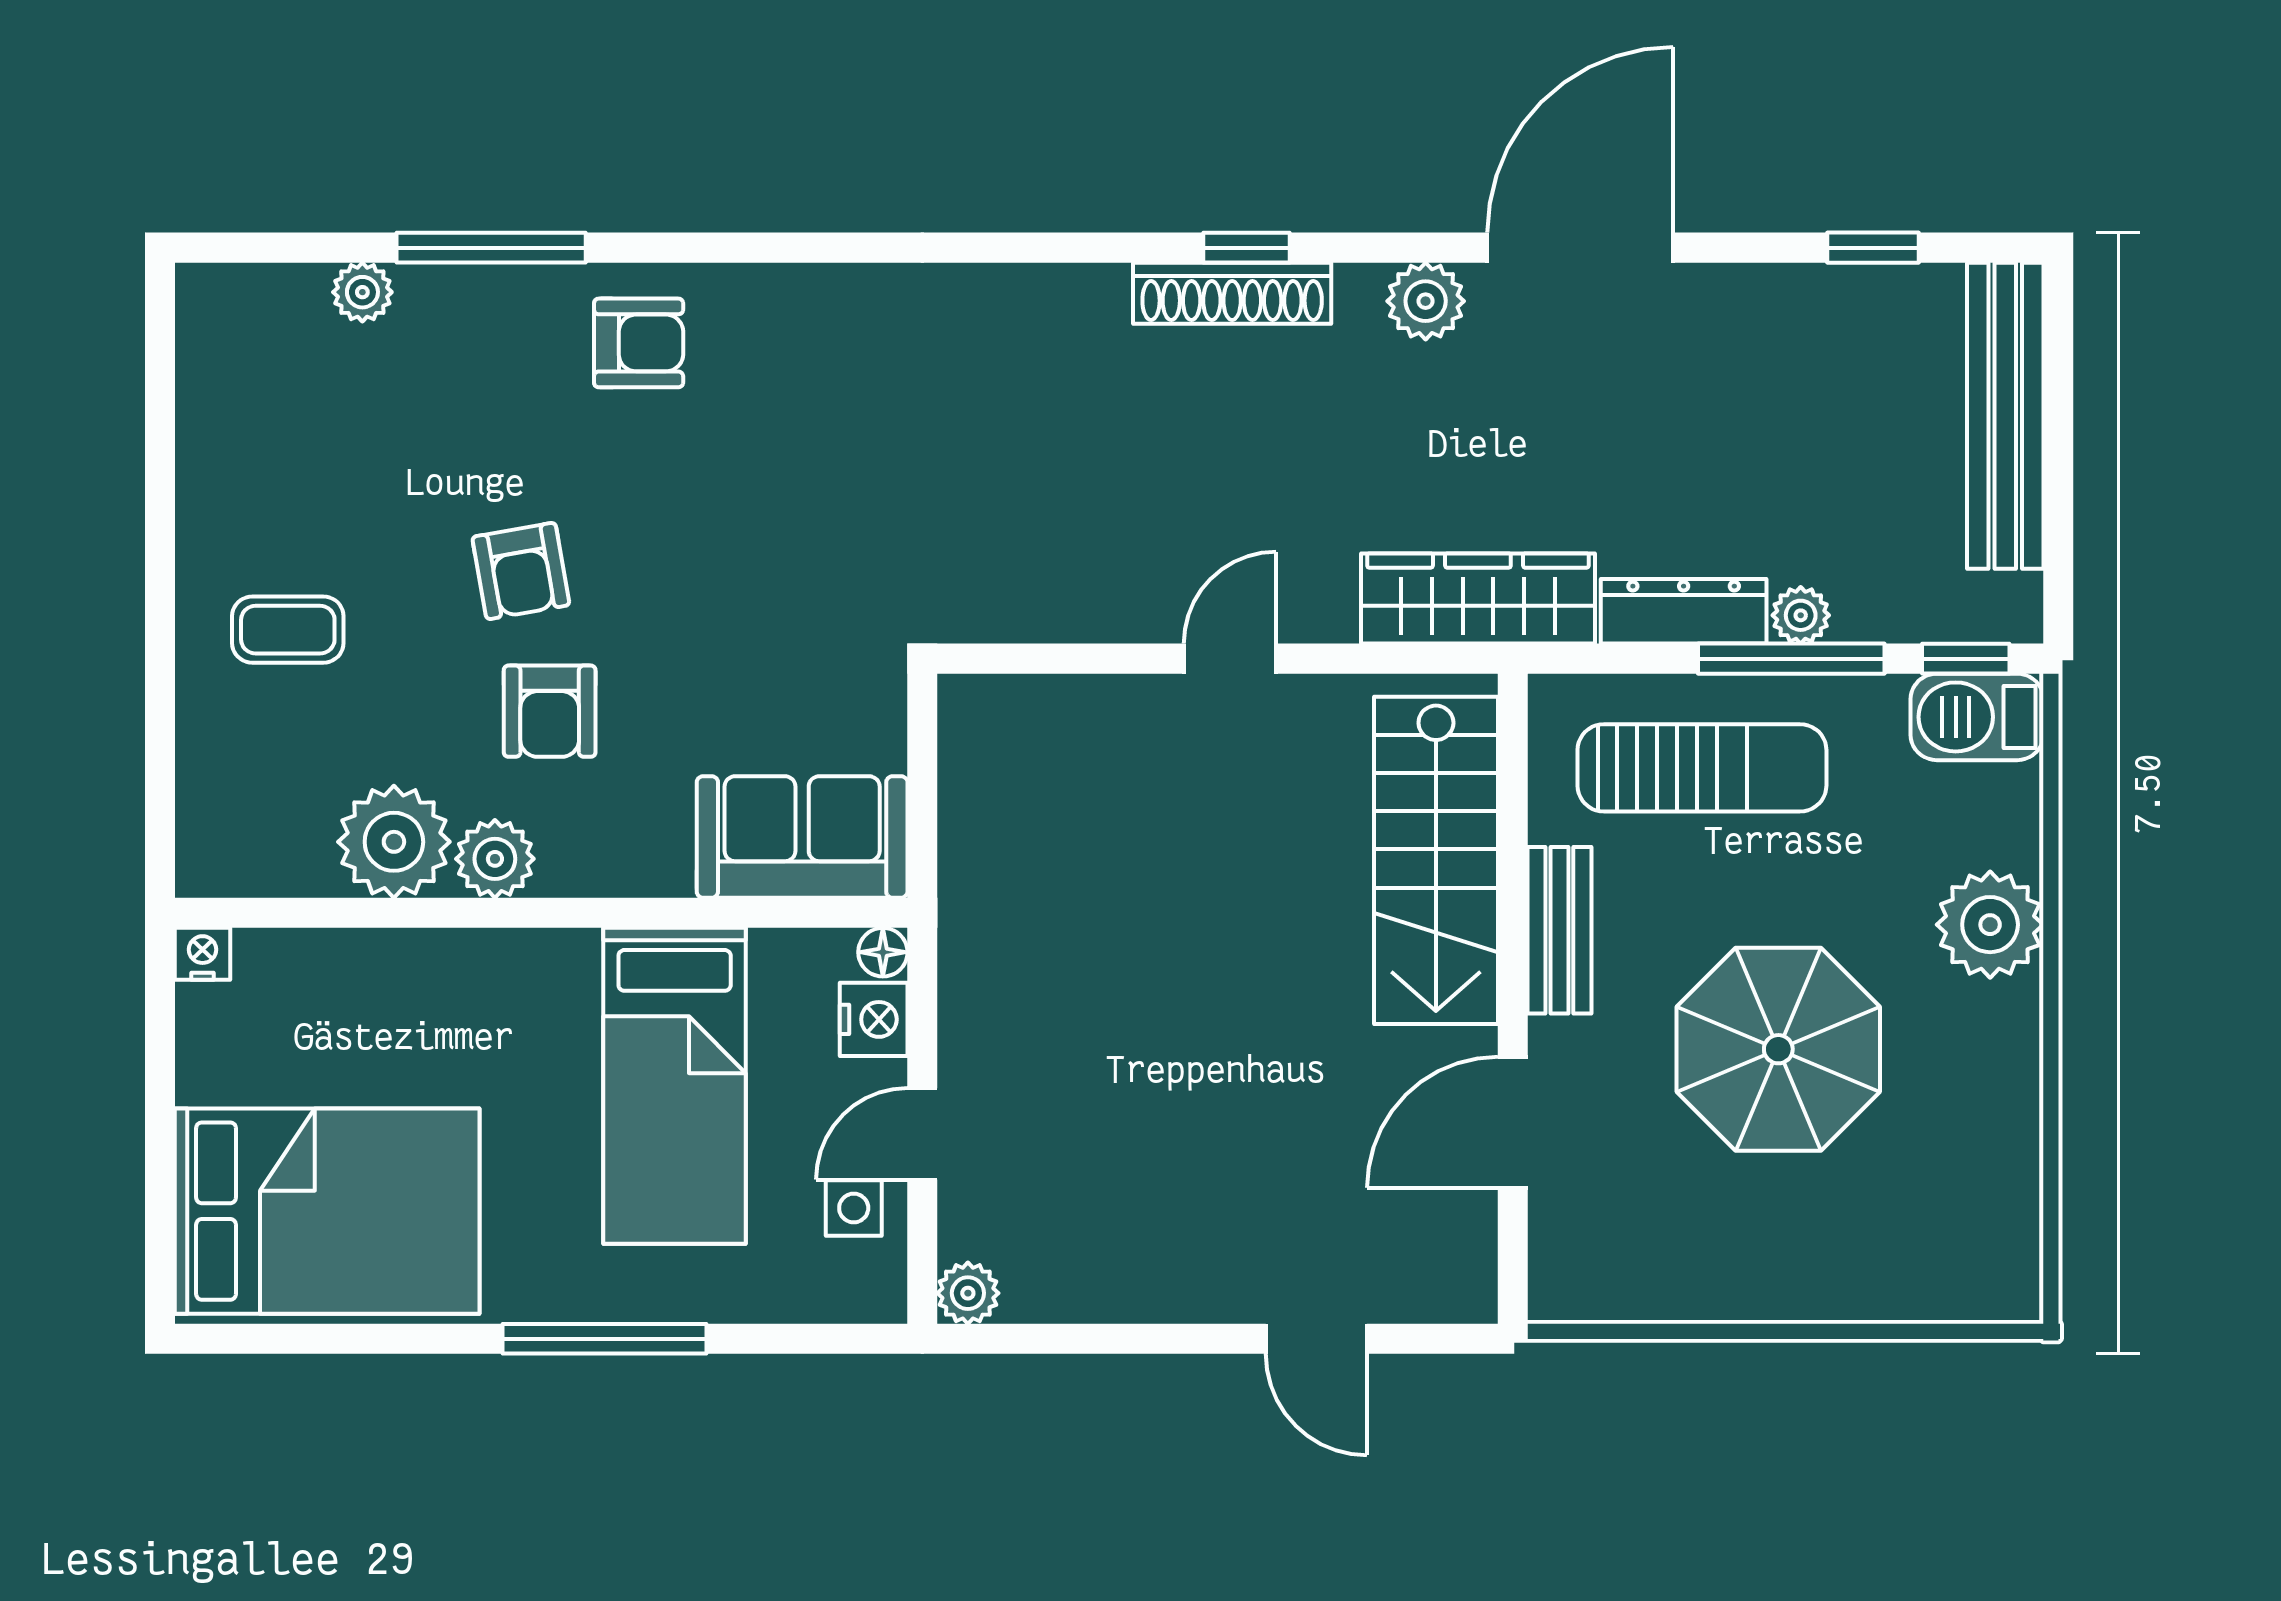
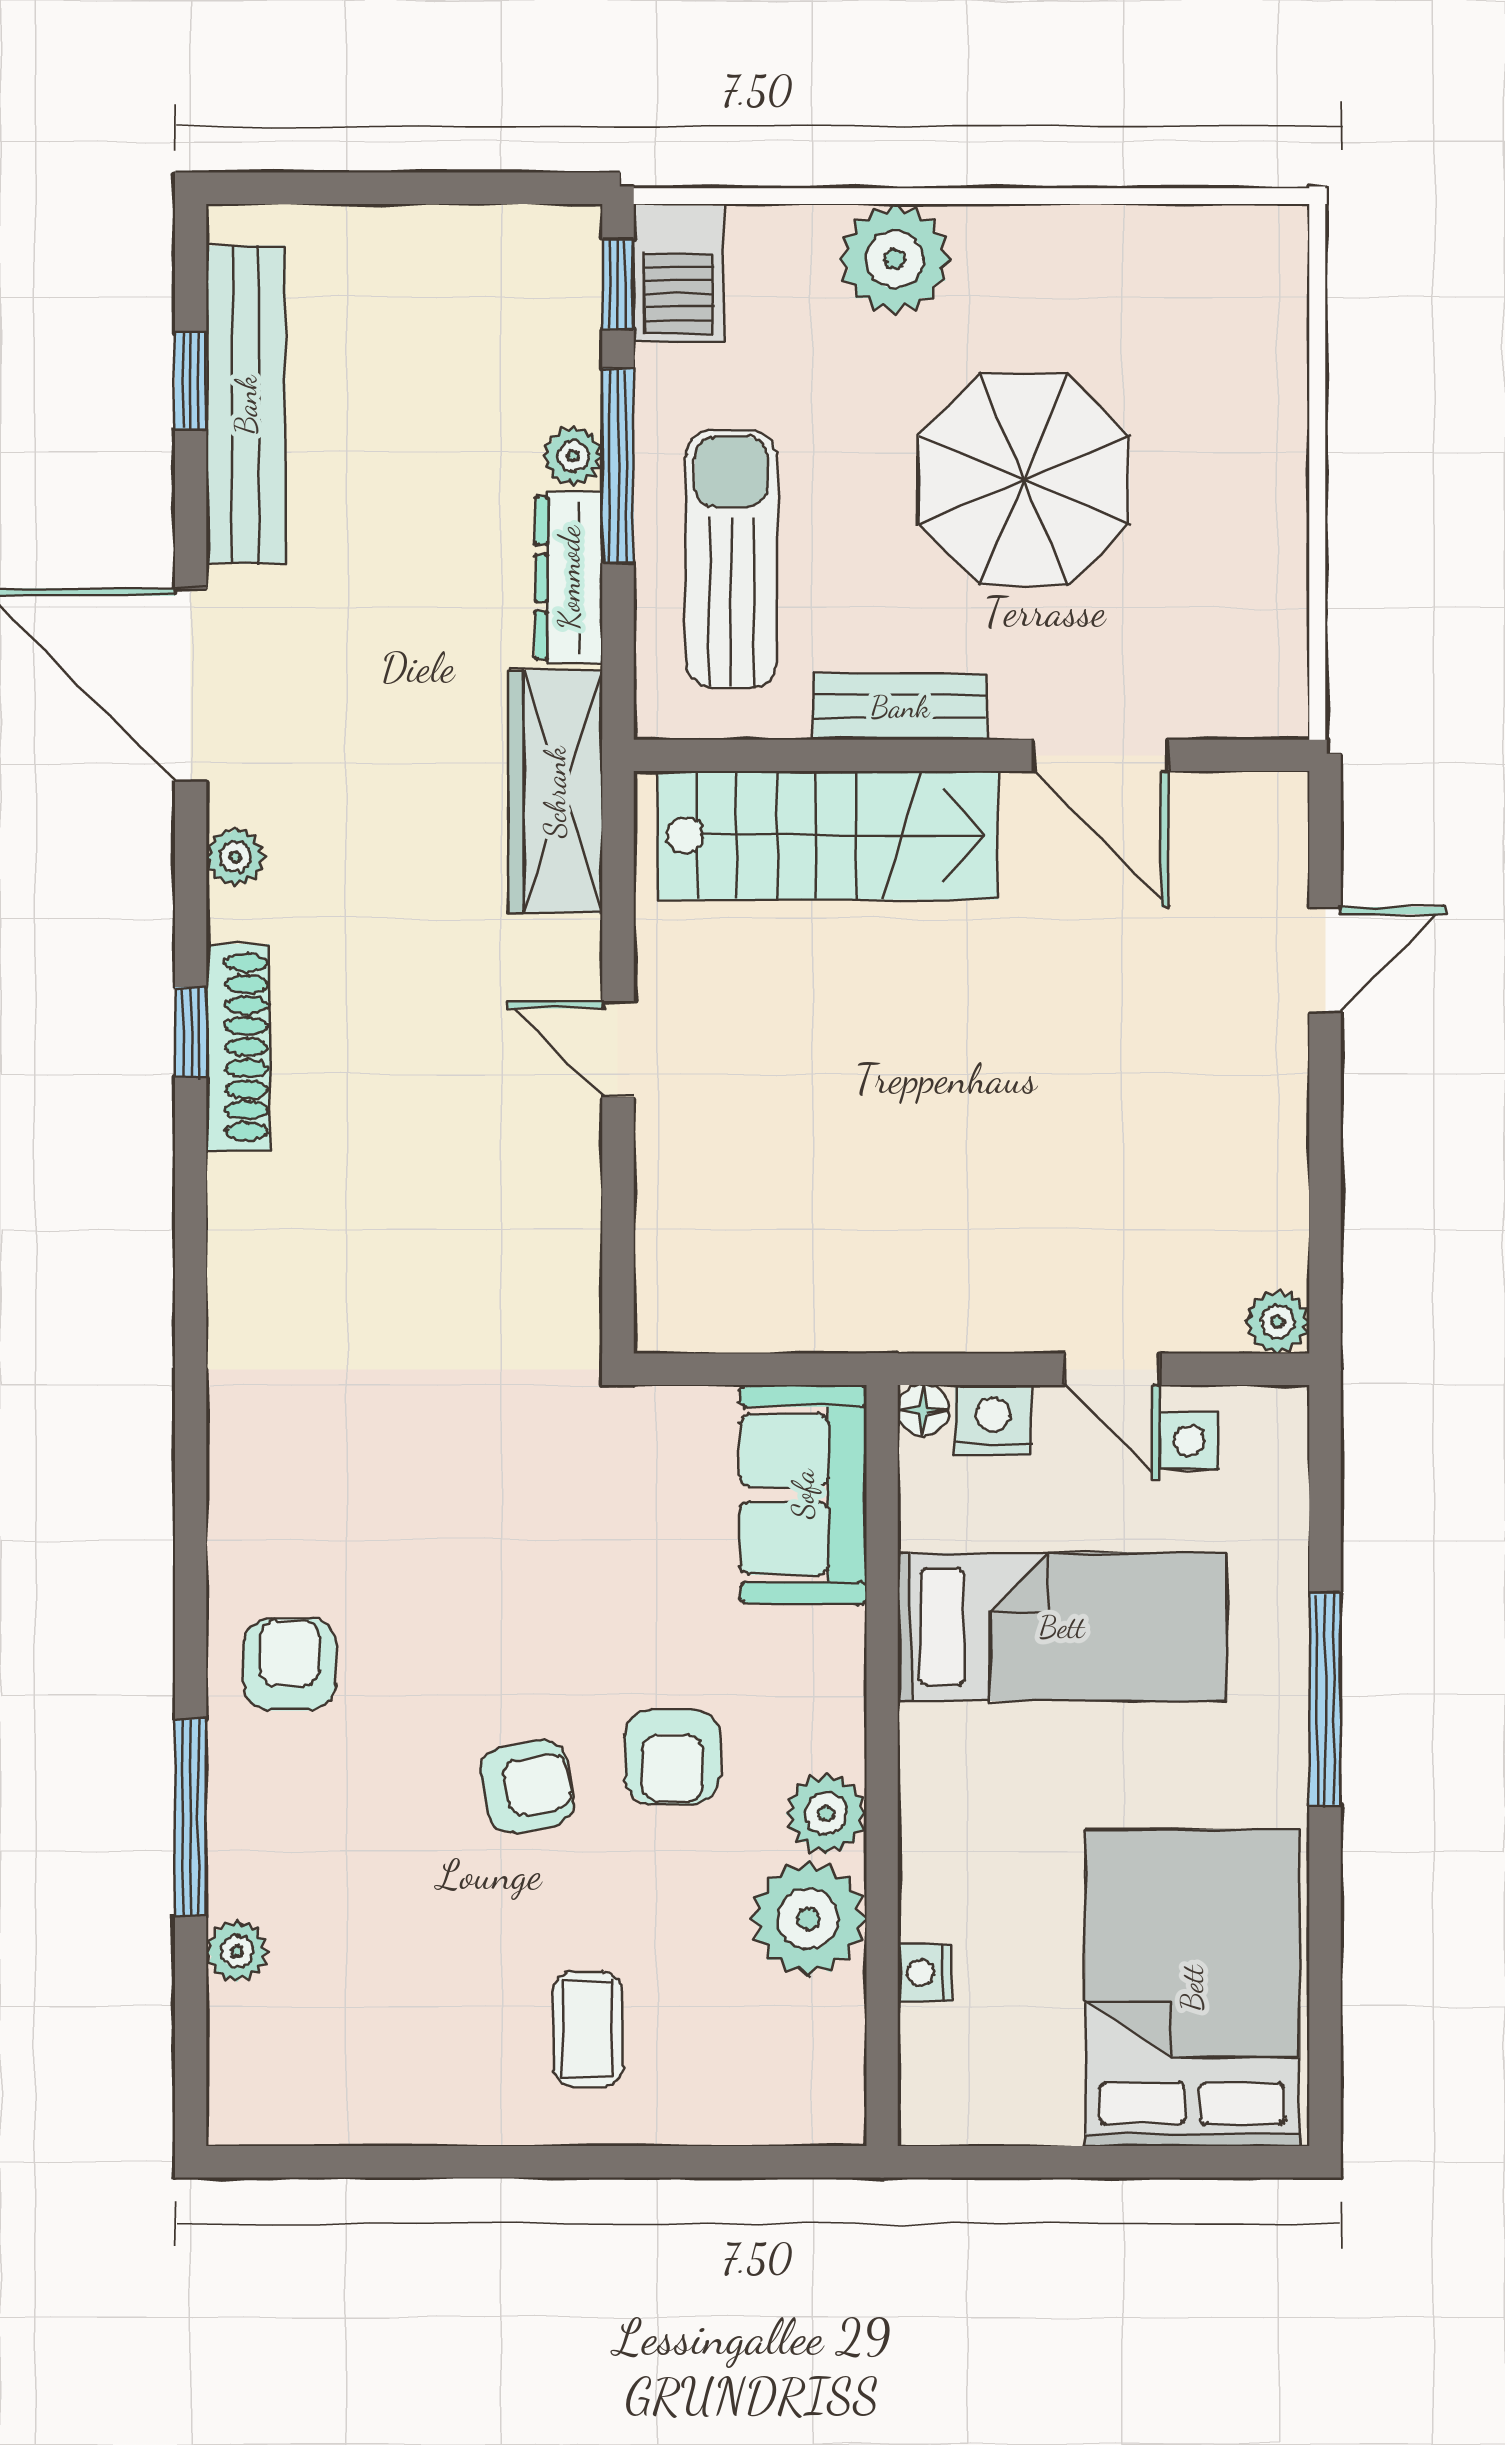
plant: (1426, 301) -> (235, 857), width x0.73, depth x0.73
bench: (2005, 416) -> (246, 405), moved, turned 90
armchair: (550, 711) -> (673, 1757), turned 90
nightstand: (202, 954) -> (925, 1973), moved

